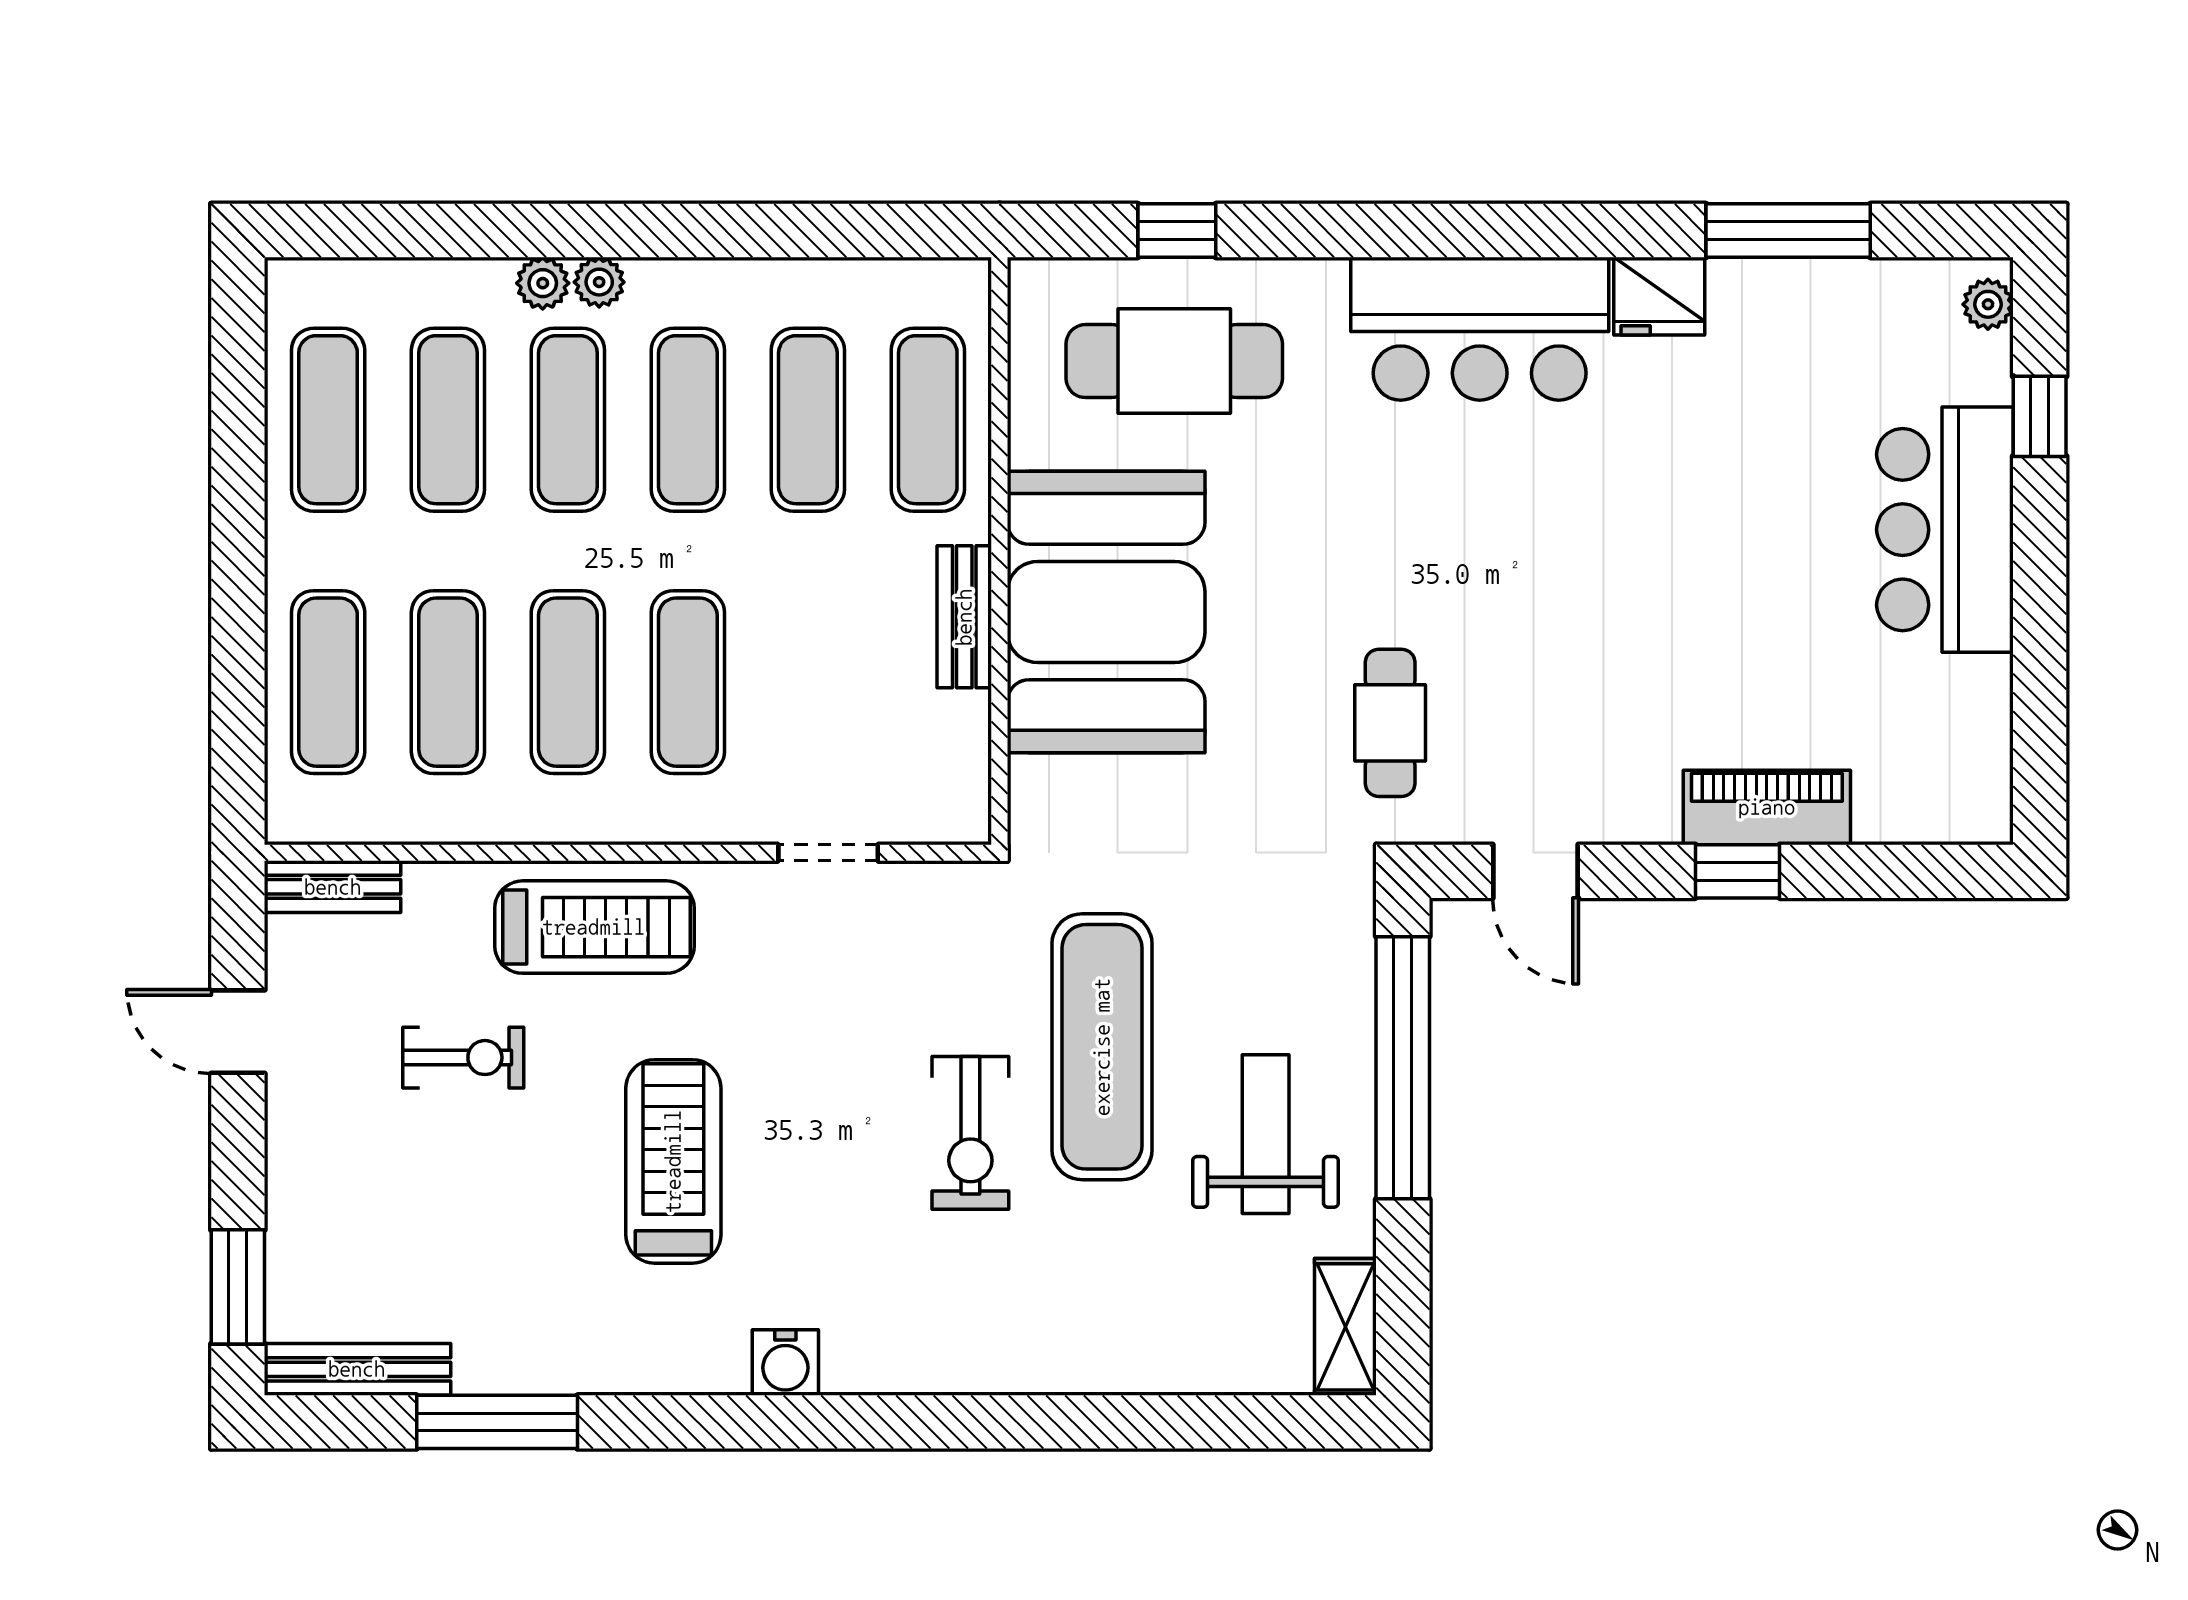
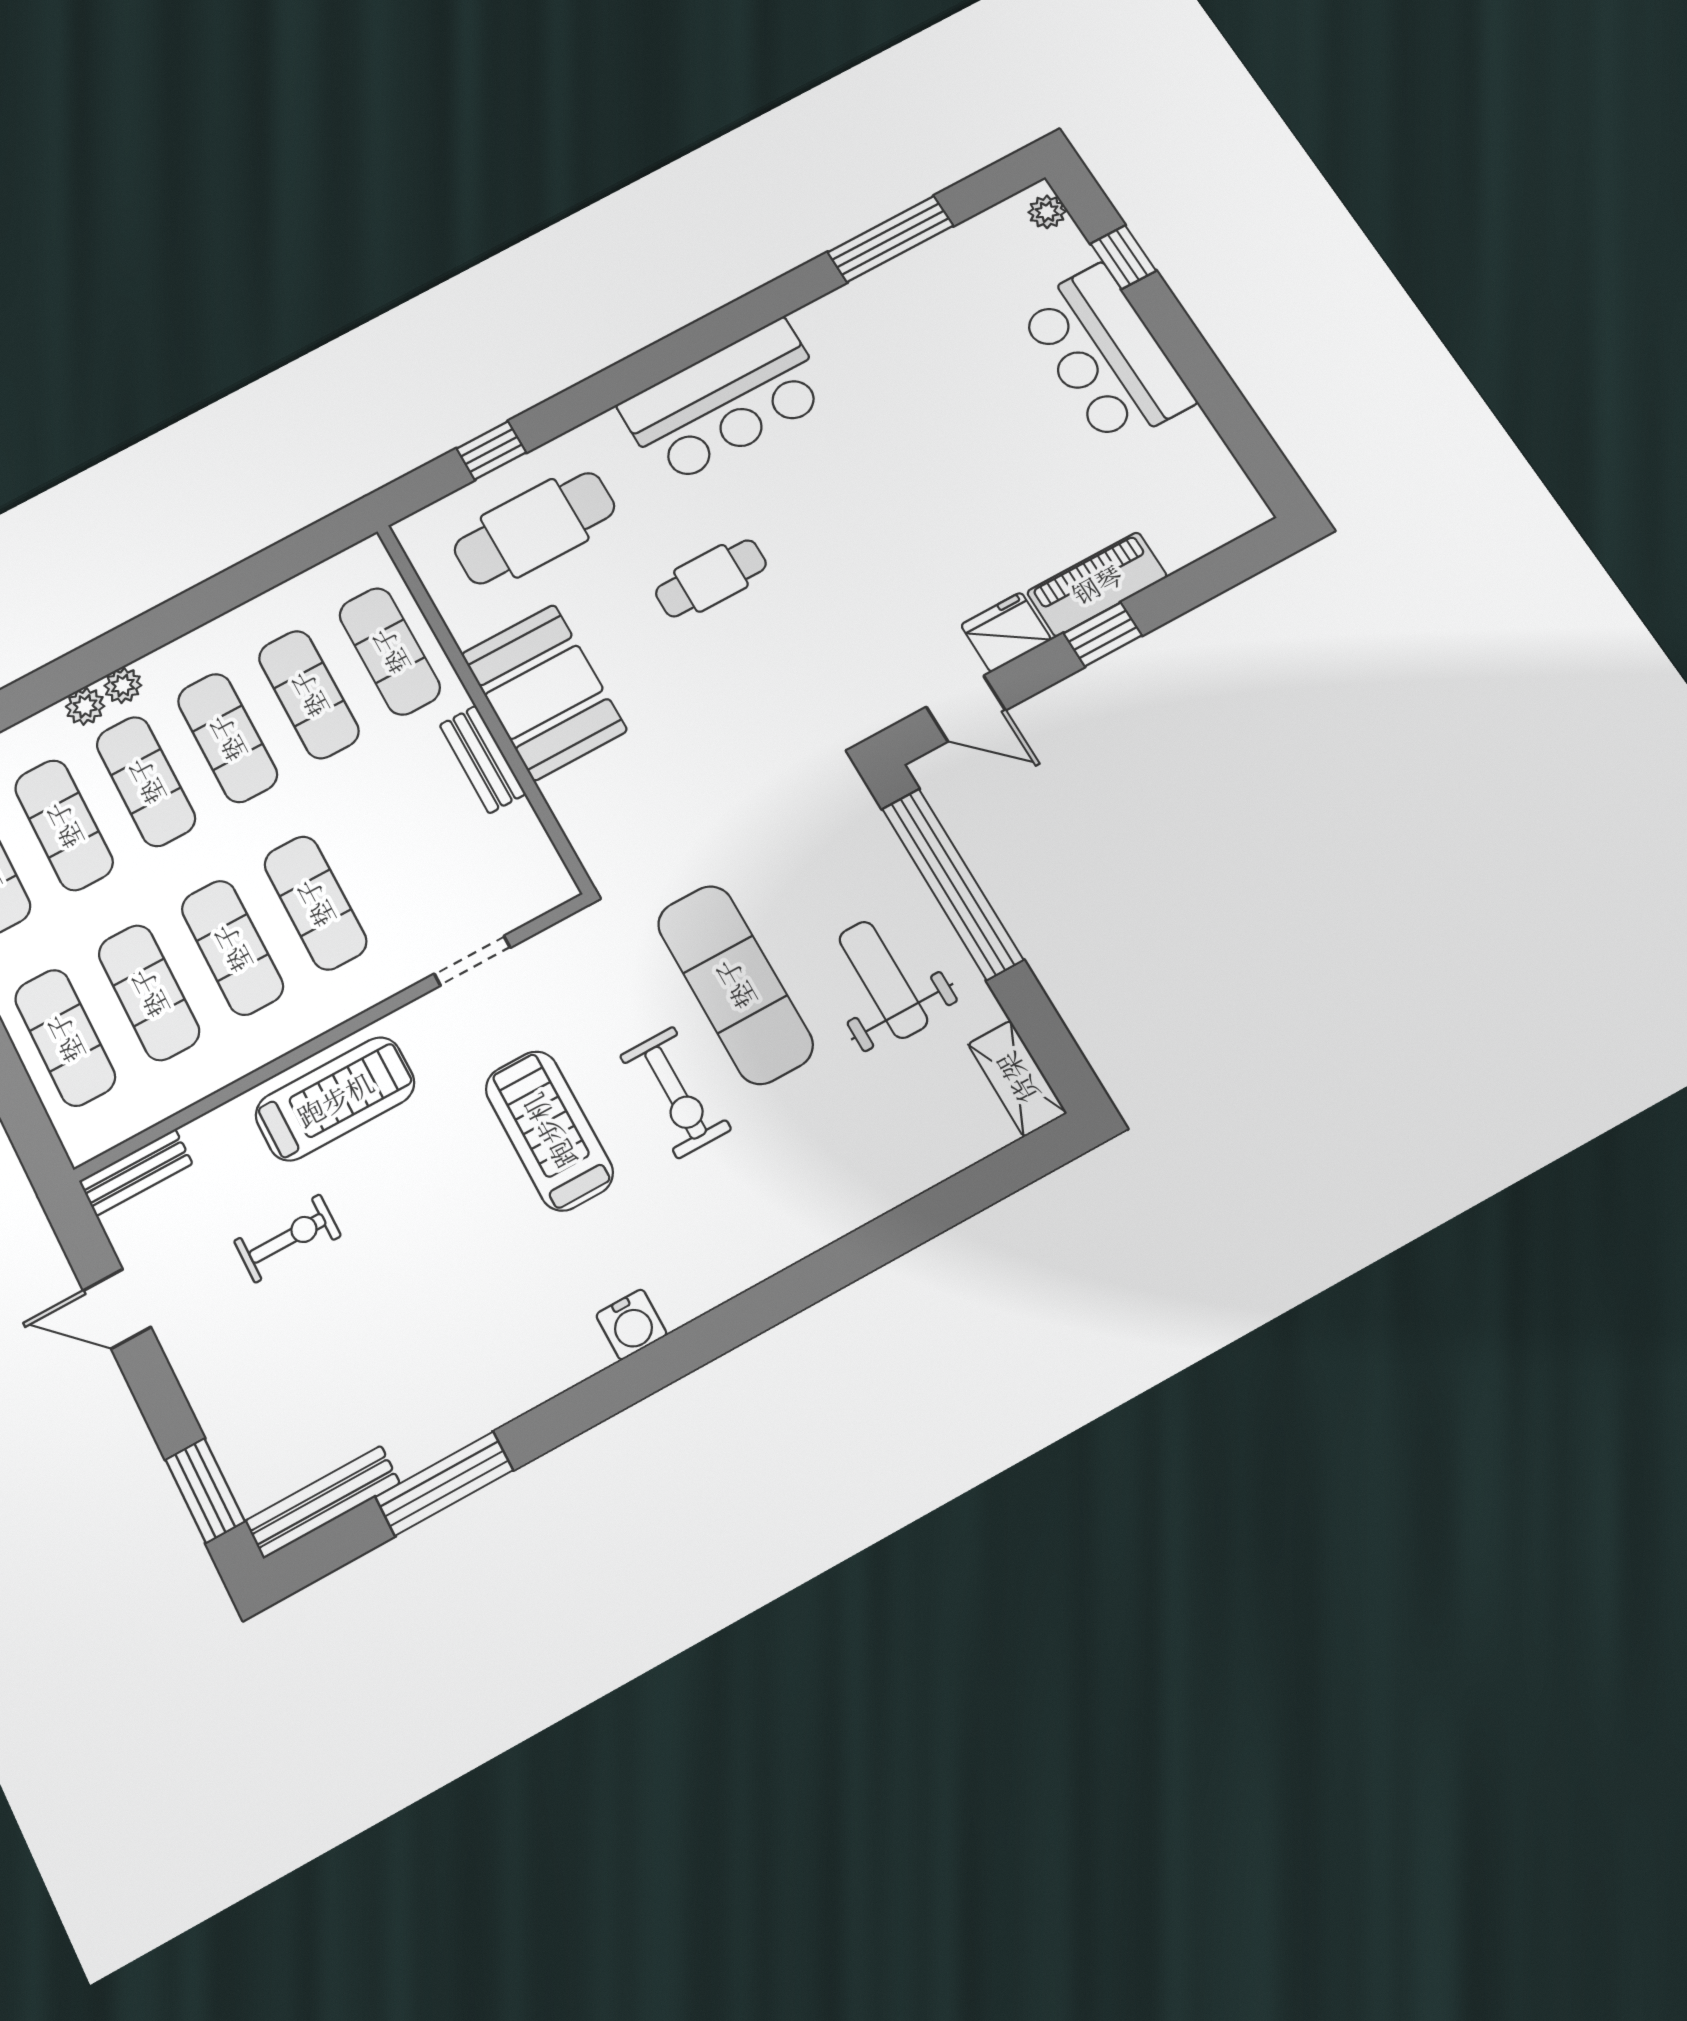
fridge: (1659, 296) -> (1006, 632), moved, turned 180
booth: (1106, 612) -> (544, 692), width x0.73, depth x0.70
cafe table: (1390, 723) -> (711, 578), moved, turned 90
treadmill: (673, 1161) -> (549, 1131), moved

